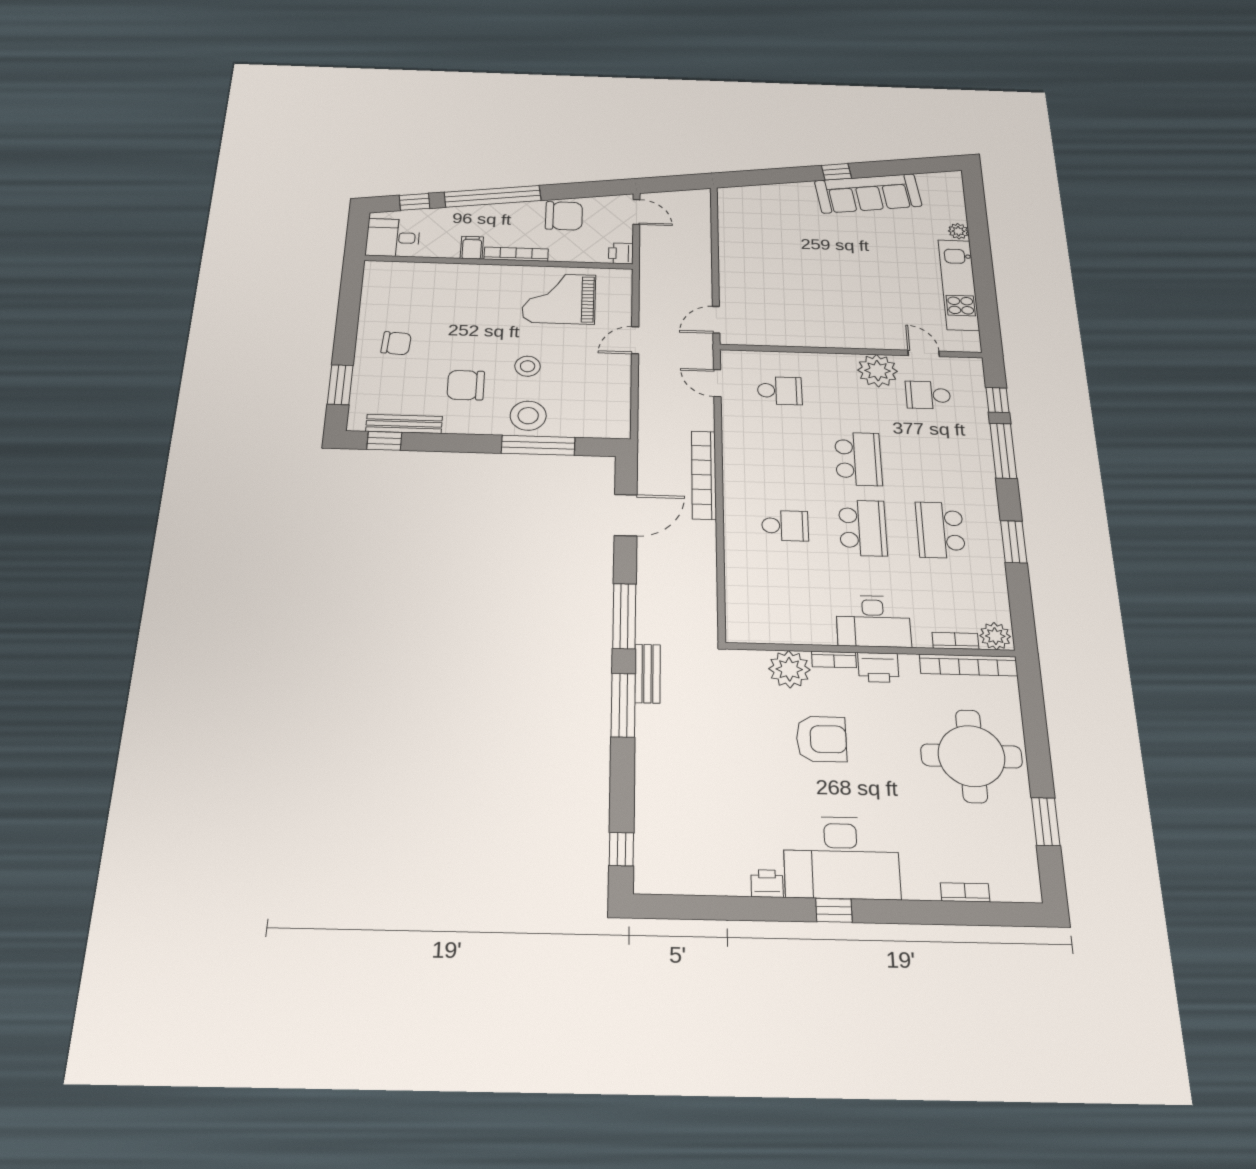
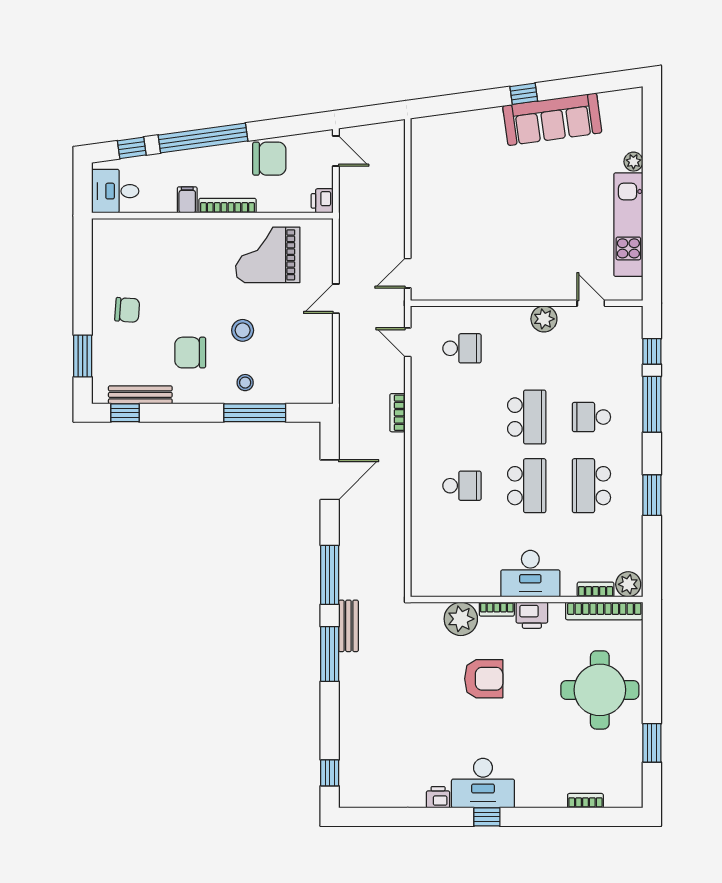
plant: (877, 371) -> (544, 319), width x0.73, depth x0.73
school desk: (928, 395) -> (591, 417), moved
stool: (528, 416) -> (245, 383), width x0.53, depth x0.53
bookcase: (704, 475) -> (397, 413), width x0.43, depth x0.76
desk: (841, 858) -> (483, 783), width x0.73, depth x0.77

